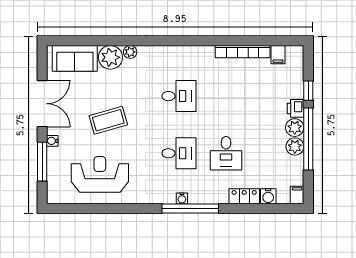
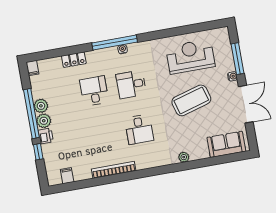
bookcase: (243, 52) -> (114, 170), moved
plant: (110, 57) -> (198, 150), removed
desk: (179, 96) -> (139, 129), turned -90
double door: (42, 104) -> (246, 104), swing flipped
coffee table: (108, 120) -> (191, 100), width x1.36, depth x1.32
reception desk: (100, 174) -> (190, 57), turned 180
water cooler: (268, 196) -> (55, 63), removed

